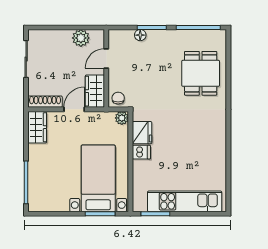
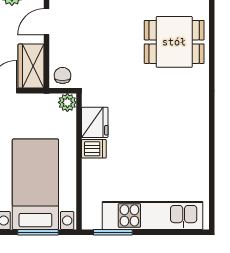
dining table: (201, 73) -> (174, 42), turned 90

